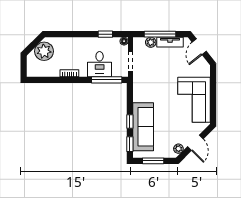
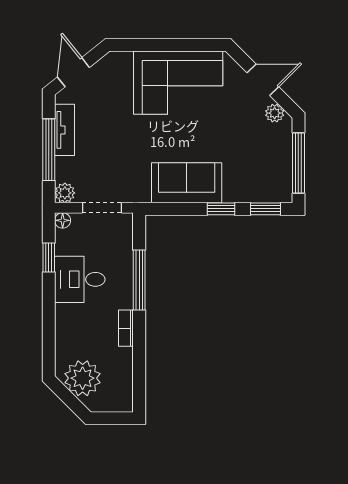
plant: (151, 42) -> (65, 193), moved
door: (199, 47) -> (73, 72), swing flipped
desk: (100, 64) -> (80, 279), moved, turned 180
window: (107, 80) -> (139, 280), moved
sofa: (143, 127) -> (187, 183), moved, width x0.73
window: (153, 161) -> (298, 163), width x1.44

